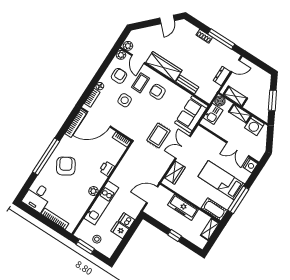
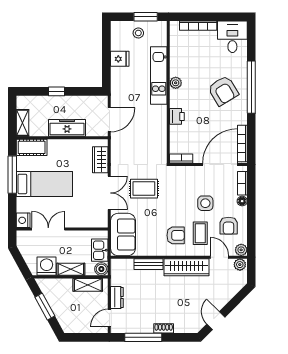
rug: (158, 136) -> (144, 189), turned 90
dishwasher: (127, 220) -> (119, 74), removed

